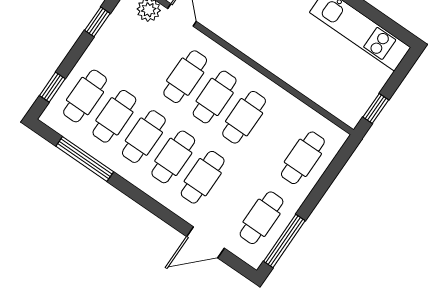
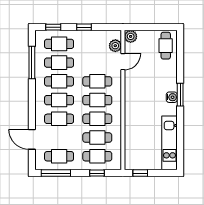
window: (97, 22) -> (84, 27), moved
cafe table: (273, 138) -> (97, 138), added
window: (329, 176) -> (97, 173), added

